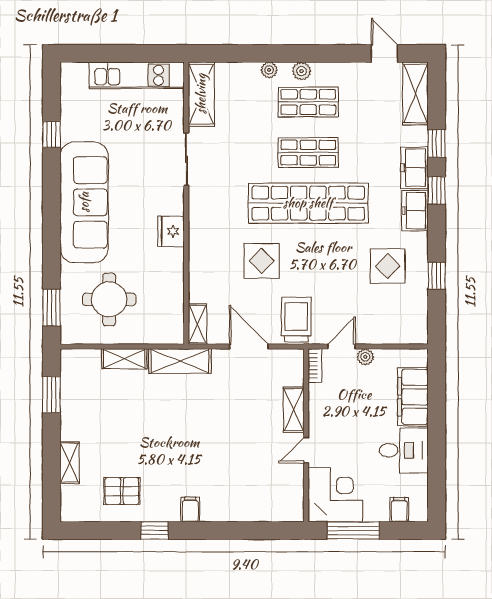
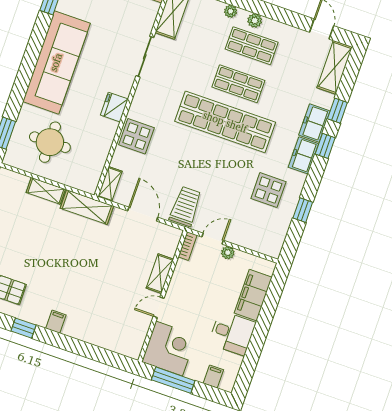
display table: (262, 261) -> (136, 136), moved

